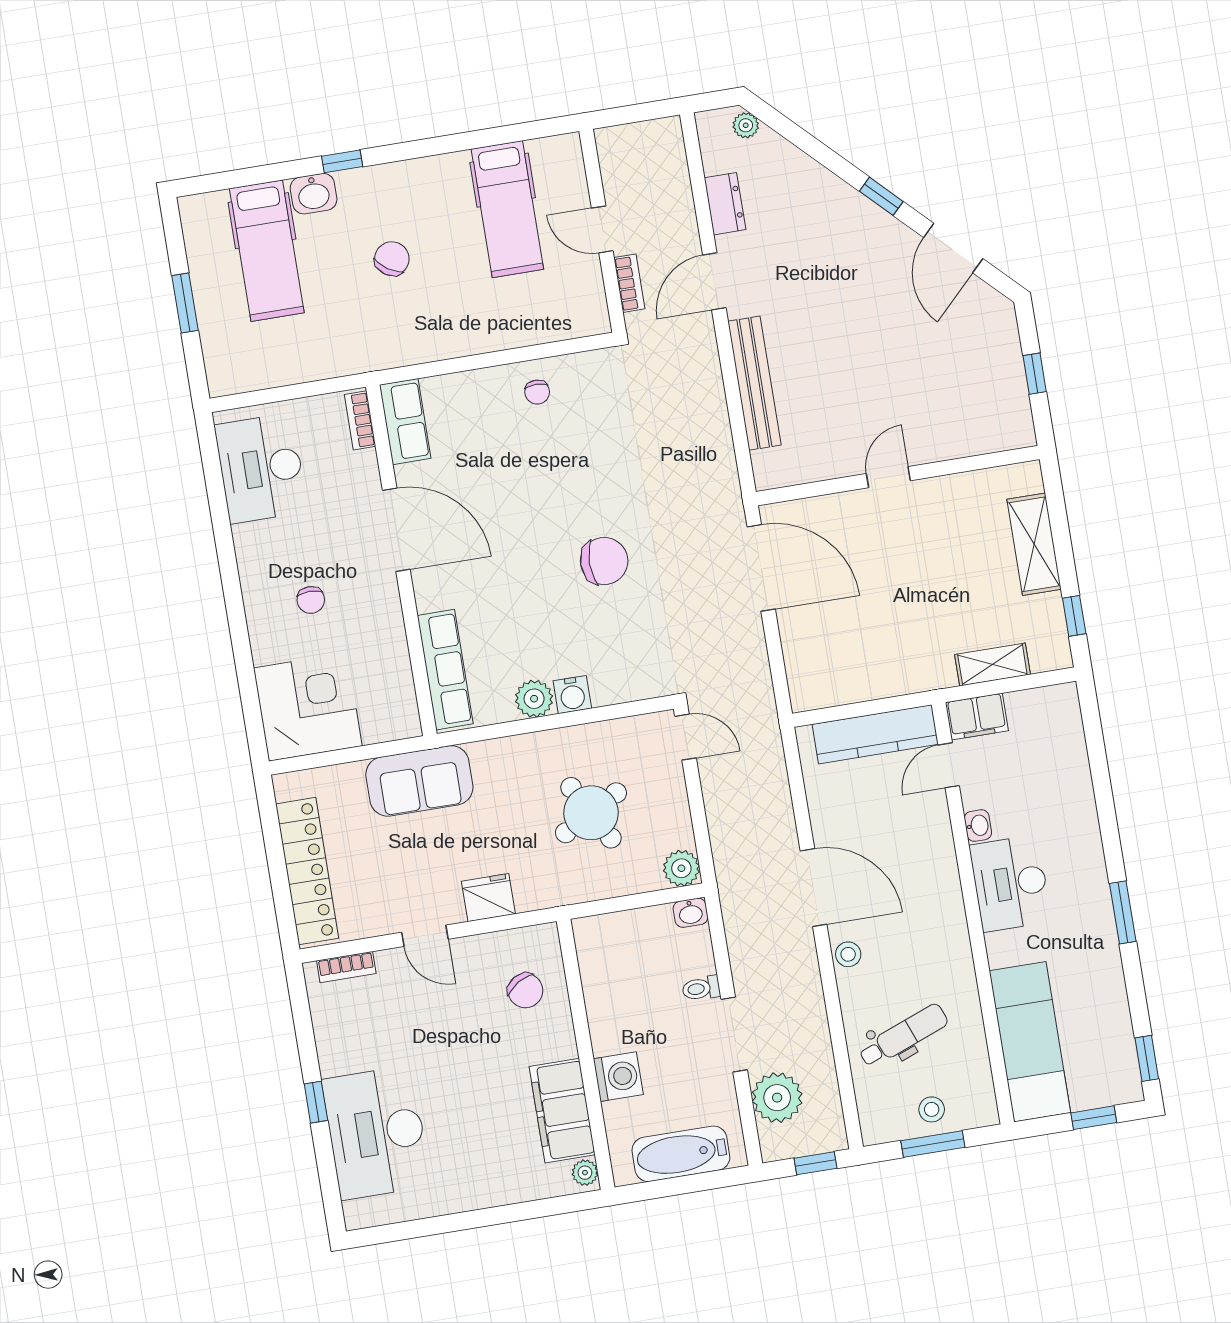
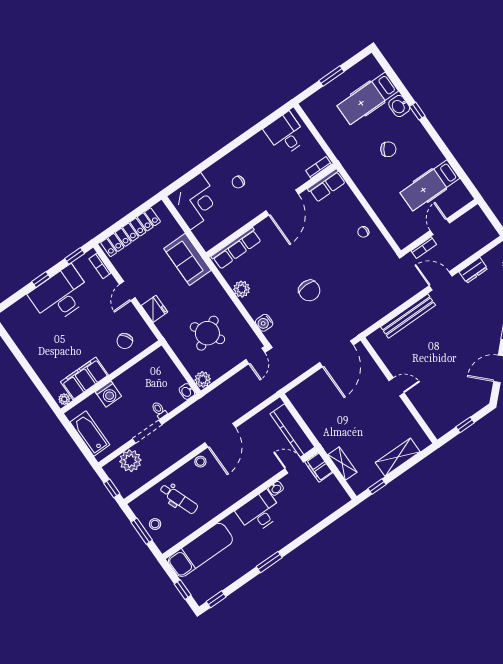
desk: (261, 468) -> (286, 134), width x0.73
water cooler: (572, 695) -> (264, 323), moved
window: (301, 1010) -> (75, 256), added
desk: (376, 1133) -> (60, 295), moved

